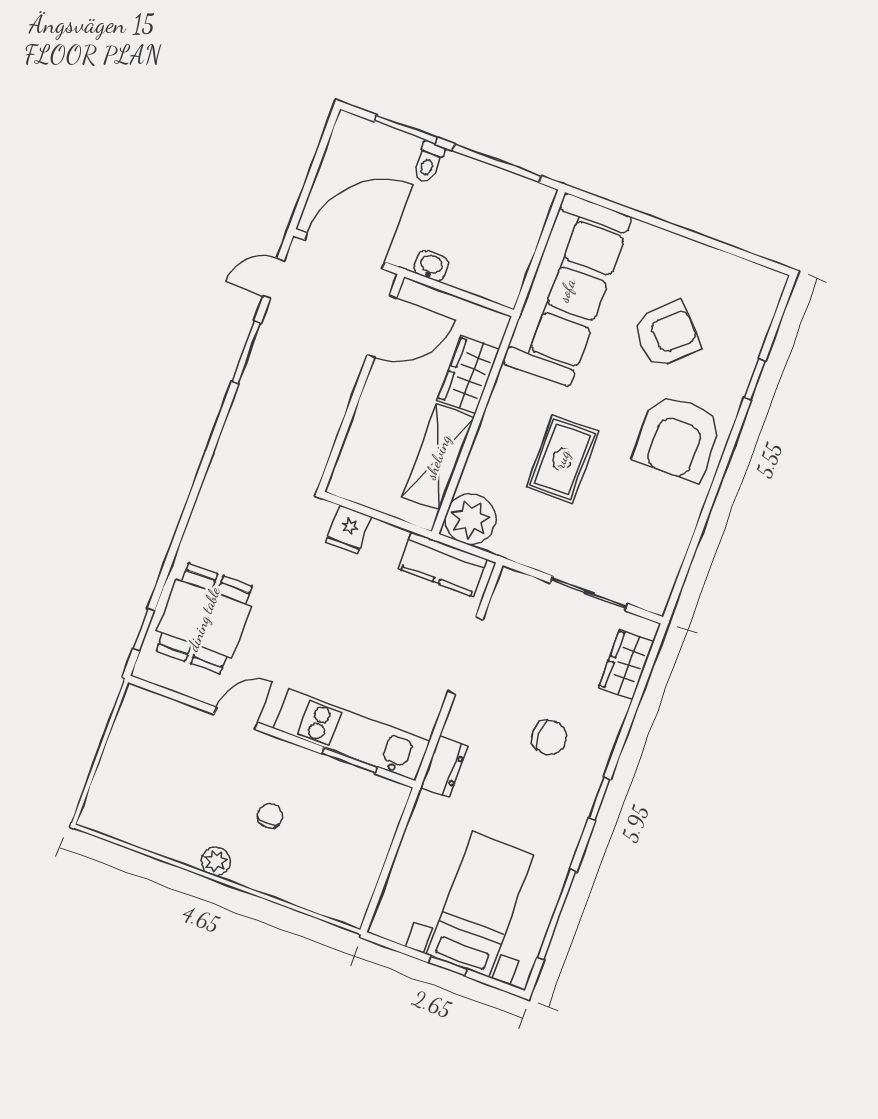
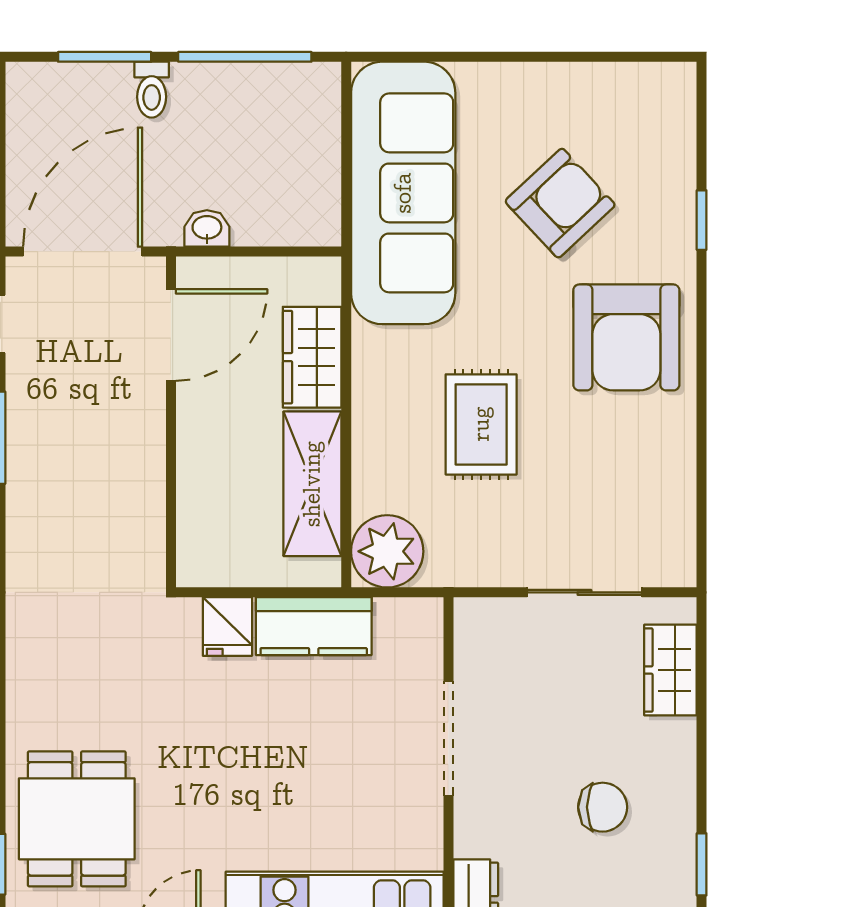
kitchen counter: (443, 564) -> (314, 626), moved

